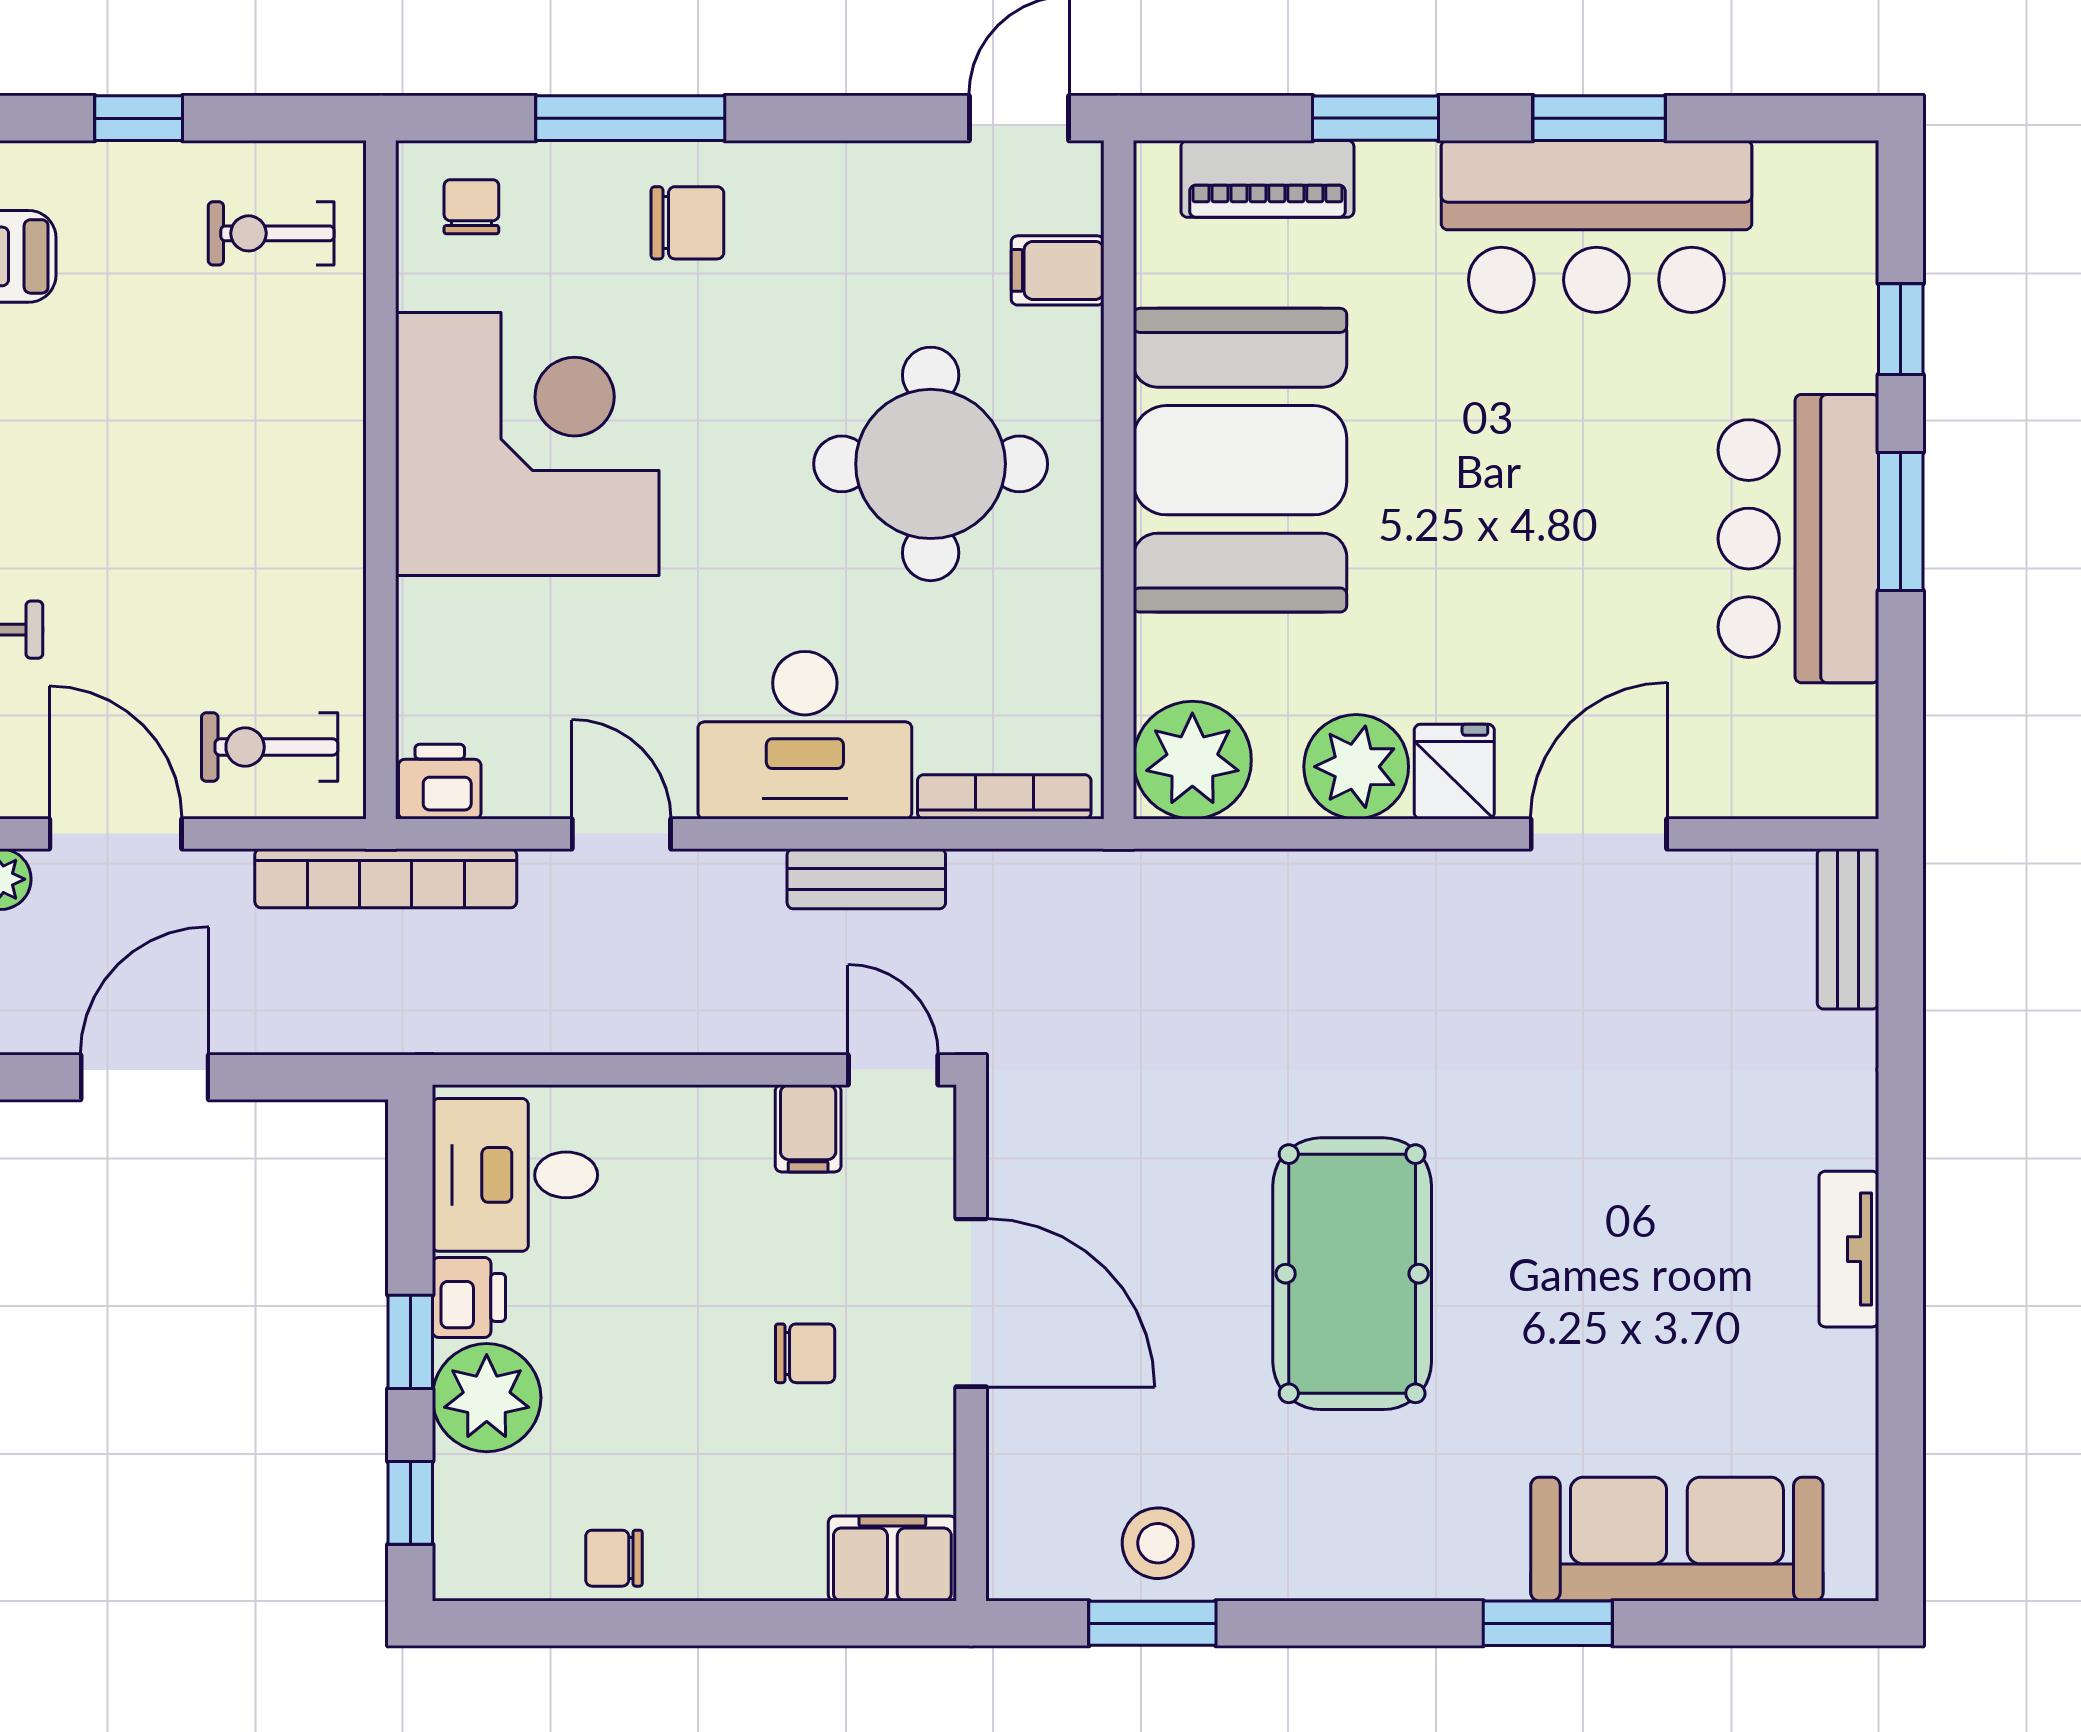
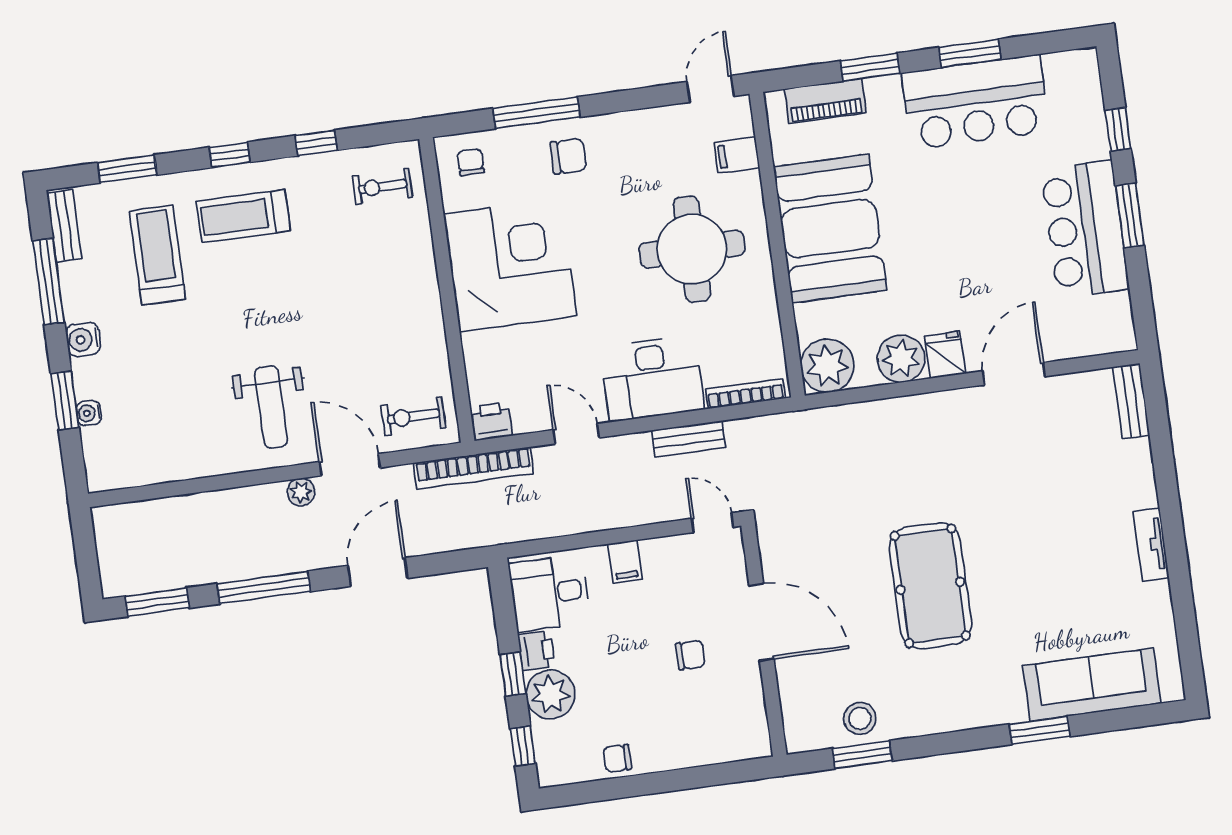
filing cabinet: (808, 1128) -> (625, 561), moved
filing cabinet: (892, 1559) -> (742, 742), removed

